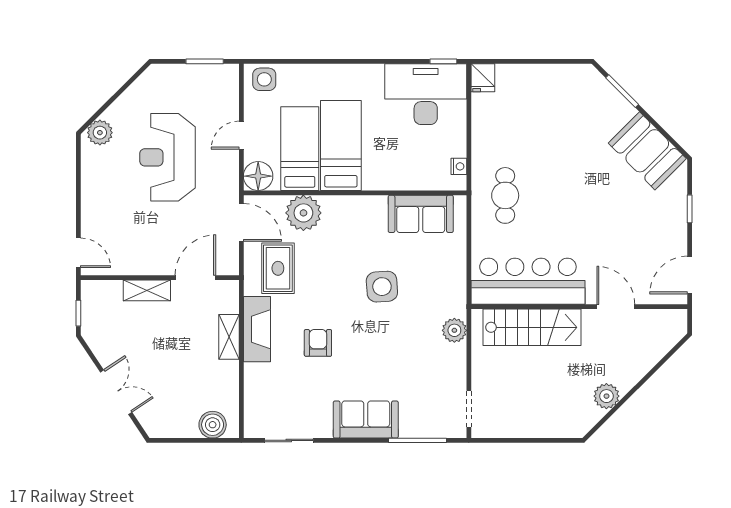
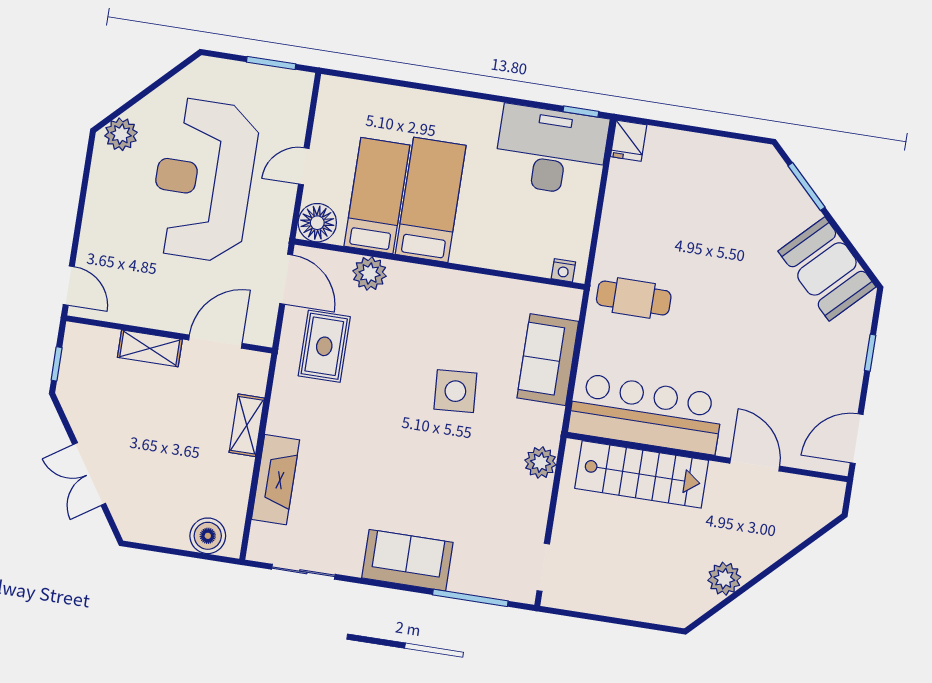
side table: (264, 79) -> (345, 99), removed
reception desk: (167, 157) -> (203, 180), width x1.36, depth x1.30
nightstand: (459, 166) -> (563, 270), moved, turned 90
cafe table: (505, 195) -> (634, 298), turned 90
plant: (303, 213) -> (370, 273), width x0.73, depth x0.73
sofa: (421, 214) -> (548, 360), moved, turned 90
fireplace: (257, 329) -> (276, 480), moved
armchair: (318, 343) -> (361, 451), removed
double door: (116, 392) -> (89, 474), swing flipped

